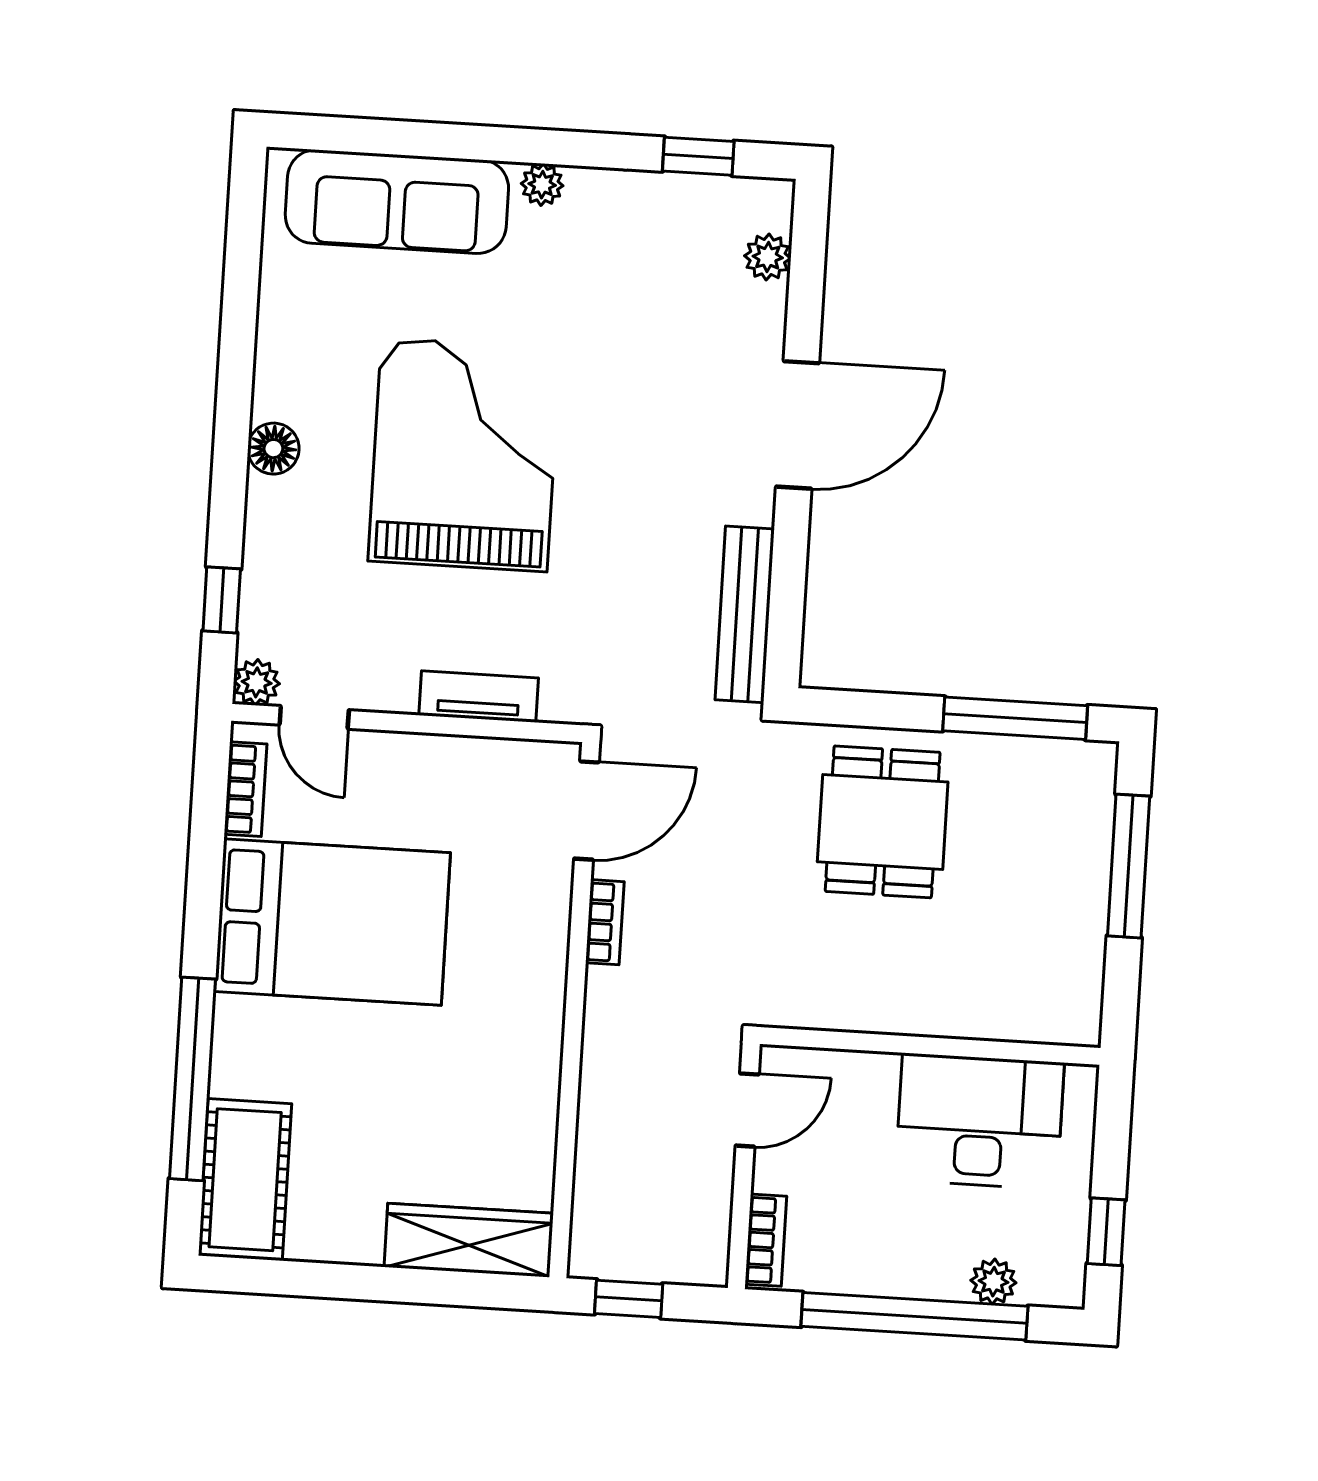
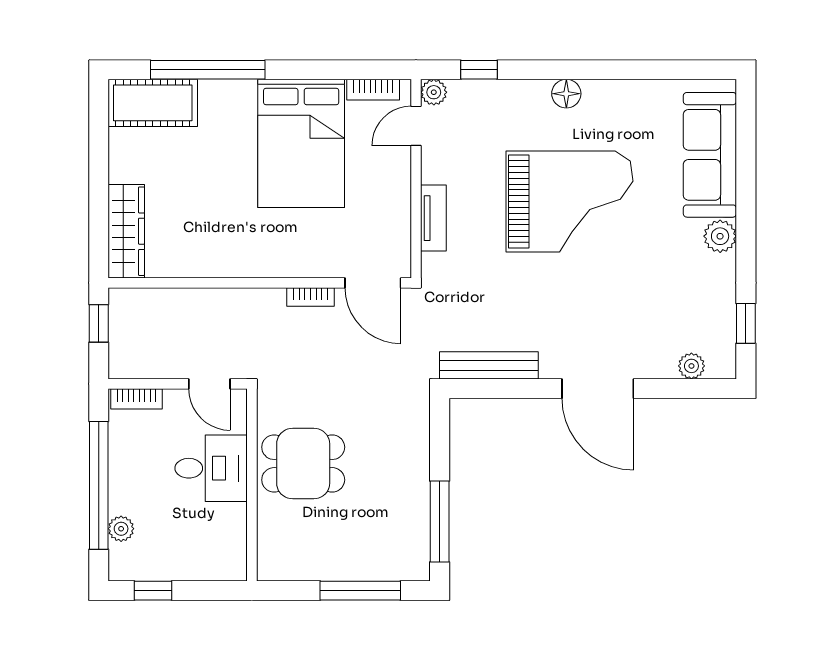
plant: (542, 185) -> (720, 236), width x1.38, depth x1.38
dining table: (883, 822) -> (303, 464), moved
desk: (980, 1121) -> (211, 468), moved, width x0.73

